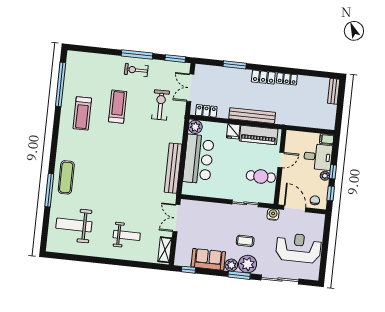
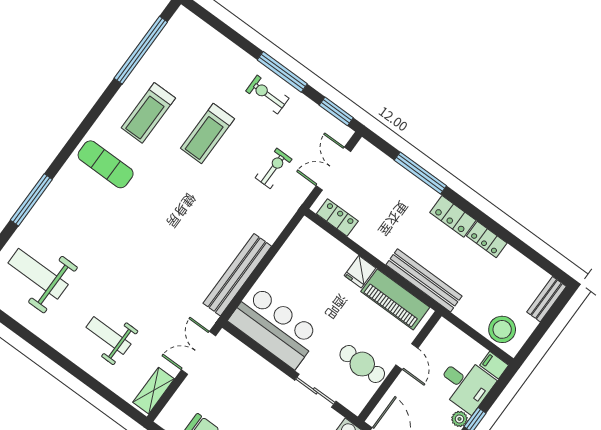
window: (235, 65) -> (420, 173), width x1.44
exercise bike: (161, 105) -> (274, 168), width x0.73, depth x0.72
treadmill: (118, 107) -> (207, 133), turned 180
bench: (252, 116) -> (424, 280), moved
stool: (320, 119) -> (502, 329), added
plant: (195, 127) -> (307, 232), removed
bar counter: (198, 159) -> (275, 327), moved, turned -90
door: (281, 160) -> (407, 357), hinge flipped
exercise mat: (66, 177) -> (106, 164), moved, turned 90
weight bench: (127, 235) -> (109, 336), turned 180

